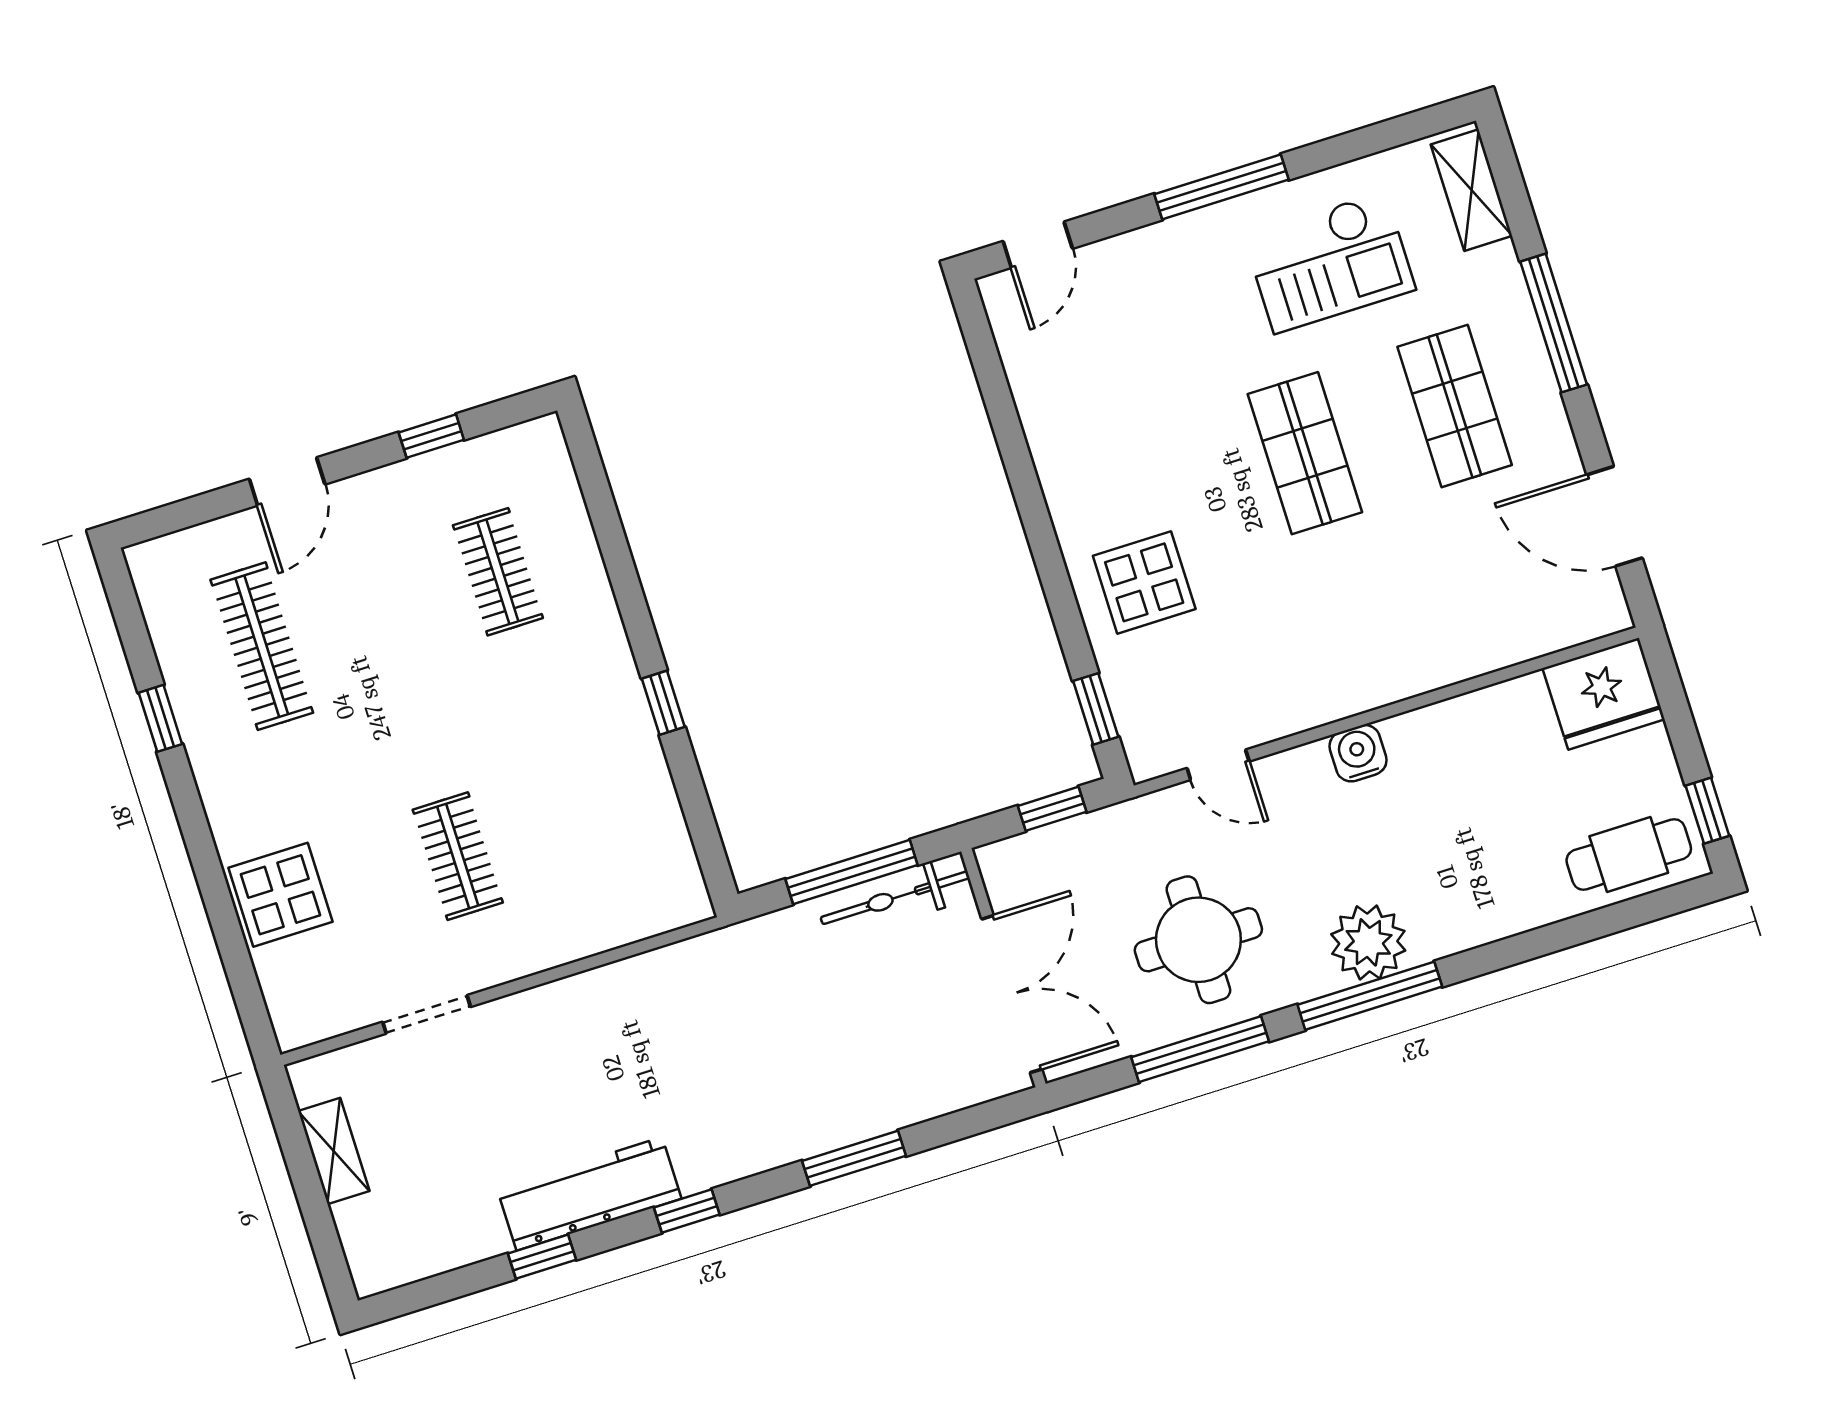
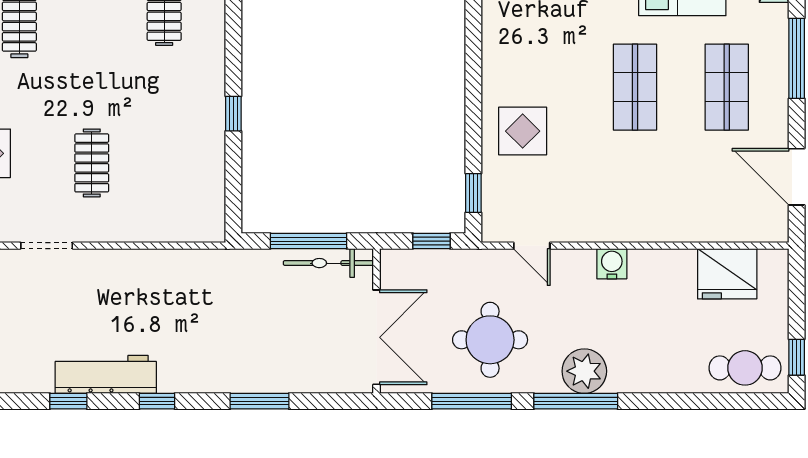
fridge: (1604, 694) -> (727, 274), moved

